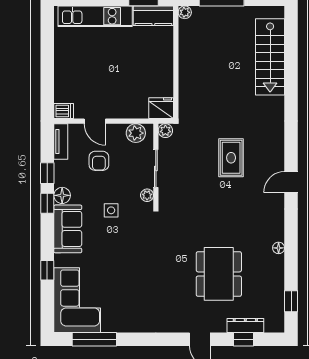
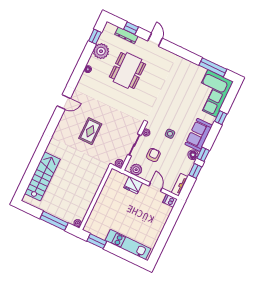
kitchen counter: (153, 16) -> (96, 230), removed
fridge: (161, 108) -> (133, 185), moved
armchair: (99, 161) -> (153, 155), moved
plant: (272, 284) -> (101, 51), added

